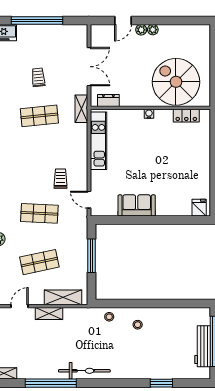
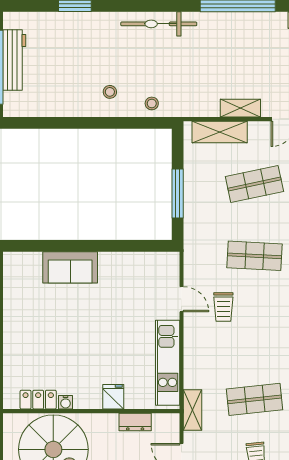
dresser: (108, 100) -> (135, 422), moved
water cooler: (149, 114) -> (66, 402), moved
door: (89, 200) -> (181, 299), moved
sofa: (137, 205) -> (70, 267), moved
fridge: (199, 208) -> (113, 397), moved, turned 180
bicycle: (84, 371) -> (159, 24), moved

